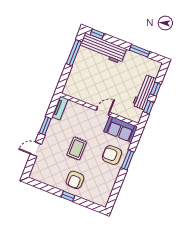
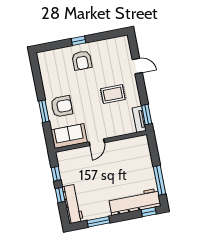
workbench: (144, 92) -> (73, 204), moved
window: (45, 126) -> (147, 114), moved
door: (36, 149) -> (137, 66), hinge flipped
rug: (77, 149) -> (113, 94), moved, turned 90
armchair: (75, 180) -> (82, 60), turned 180

